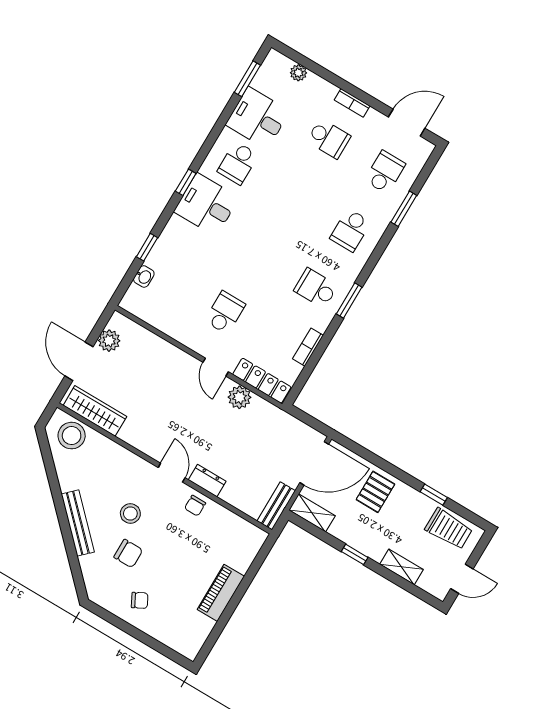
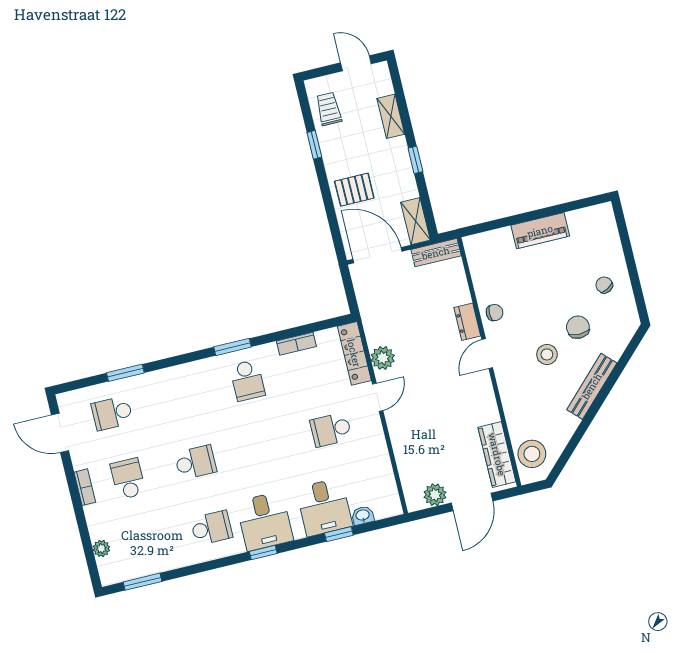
desk: (258, 118) -> (324, 507), moved
school desk: (350, 230) -> (196, 462), moved
trolley: (449, 529) -> (329, 109), width x0.73, depth x0.72

